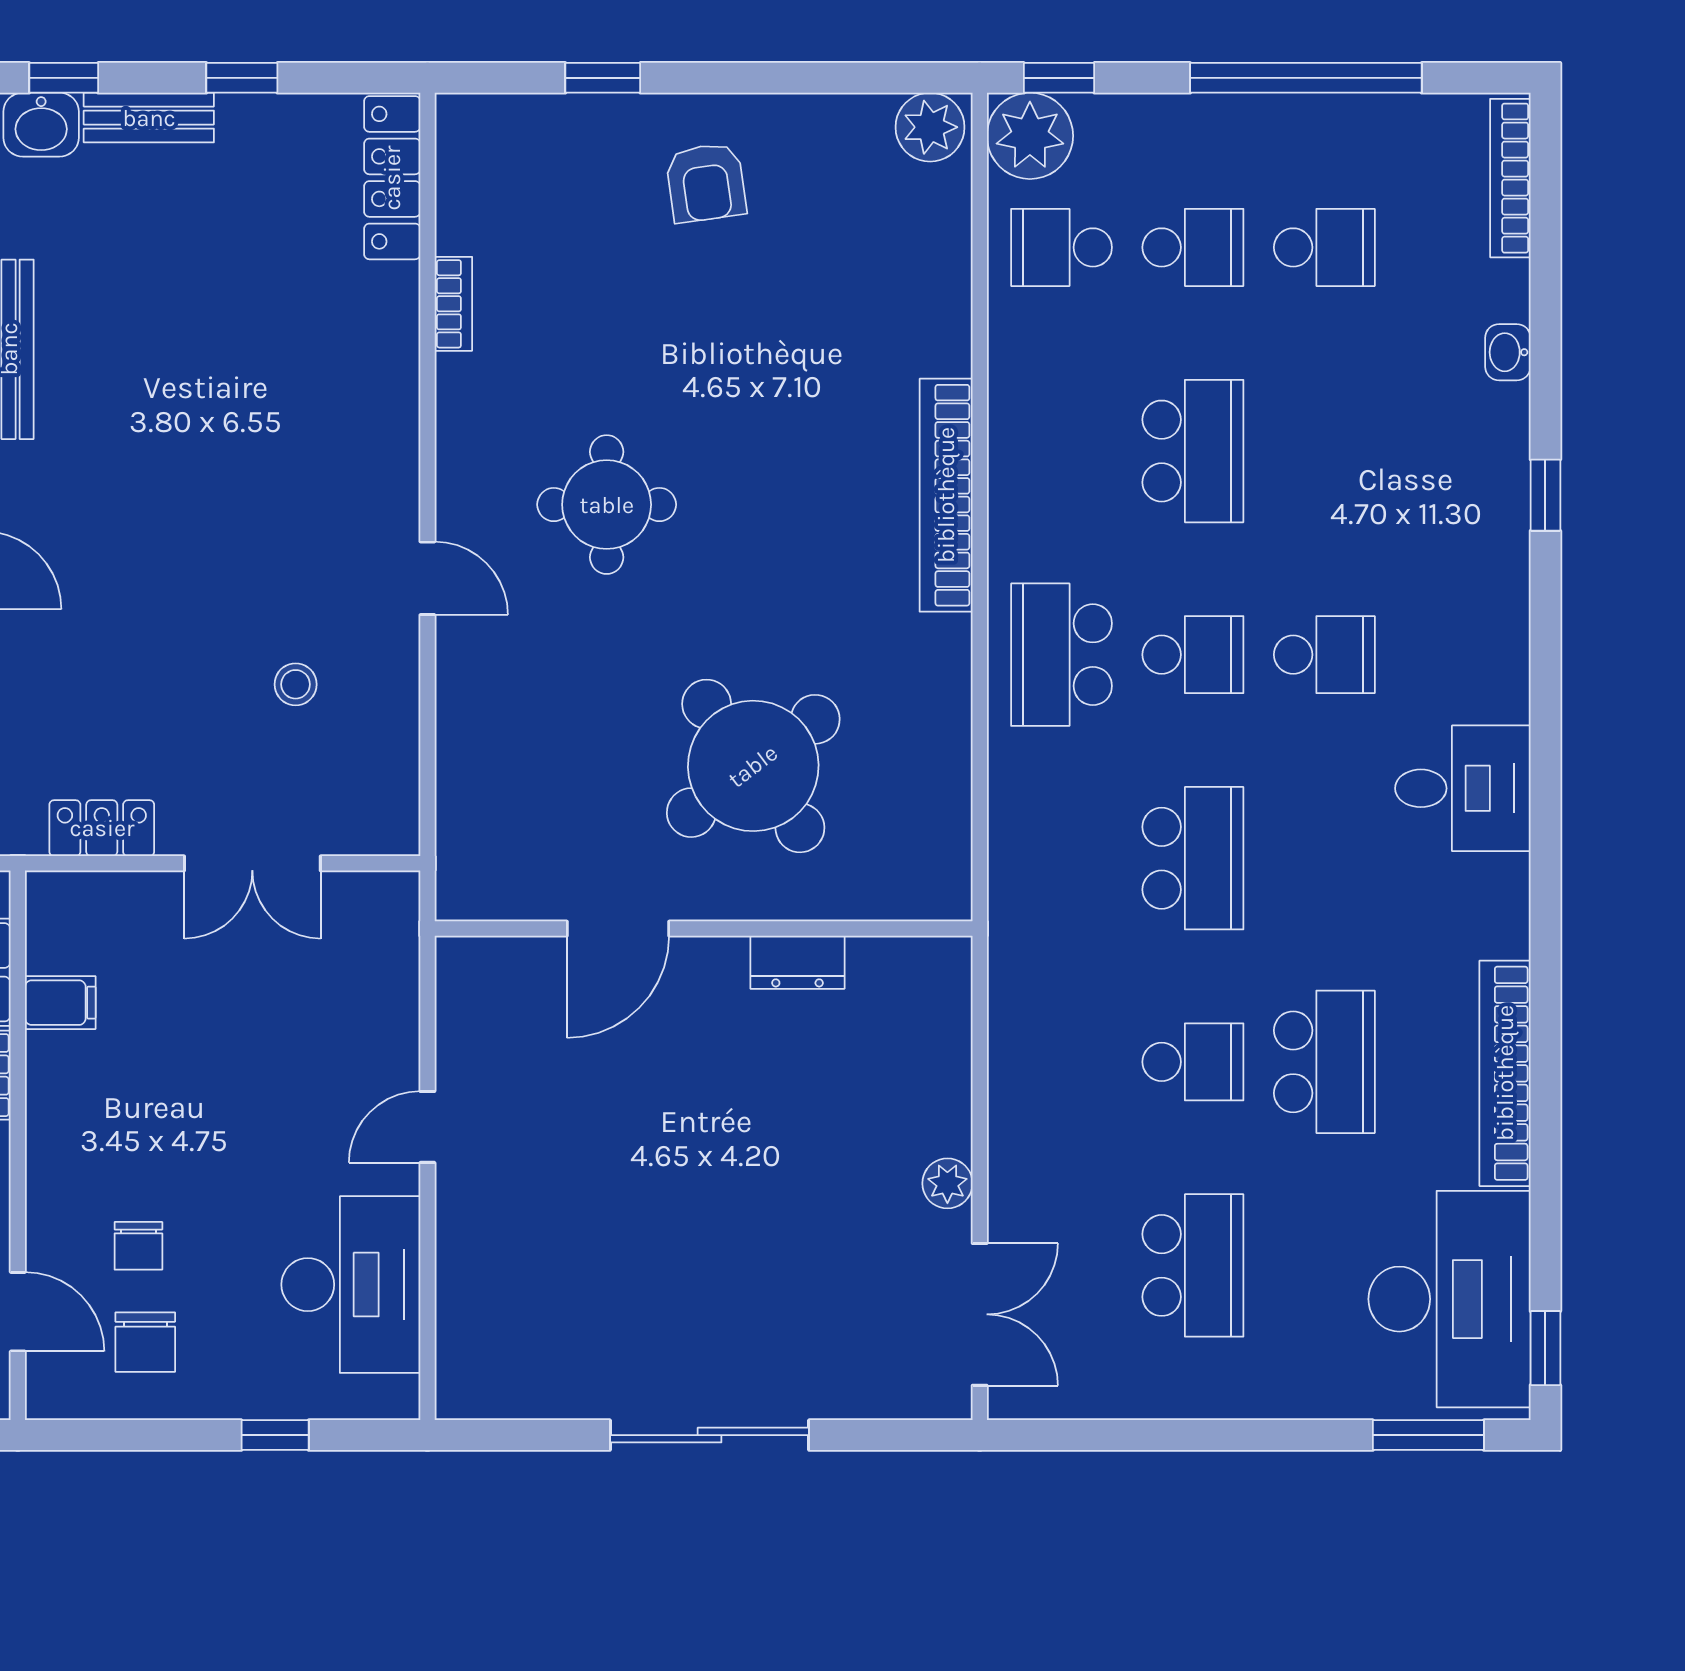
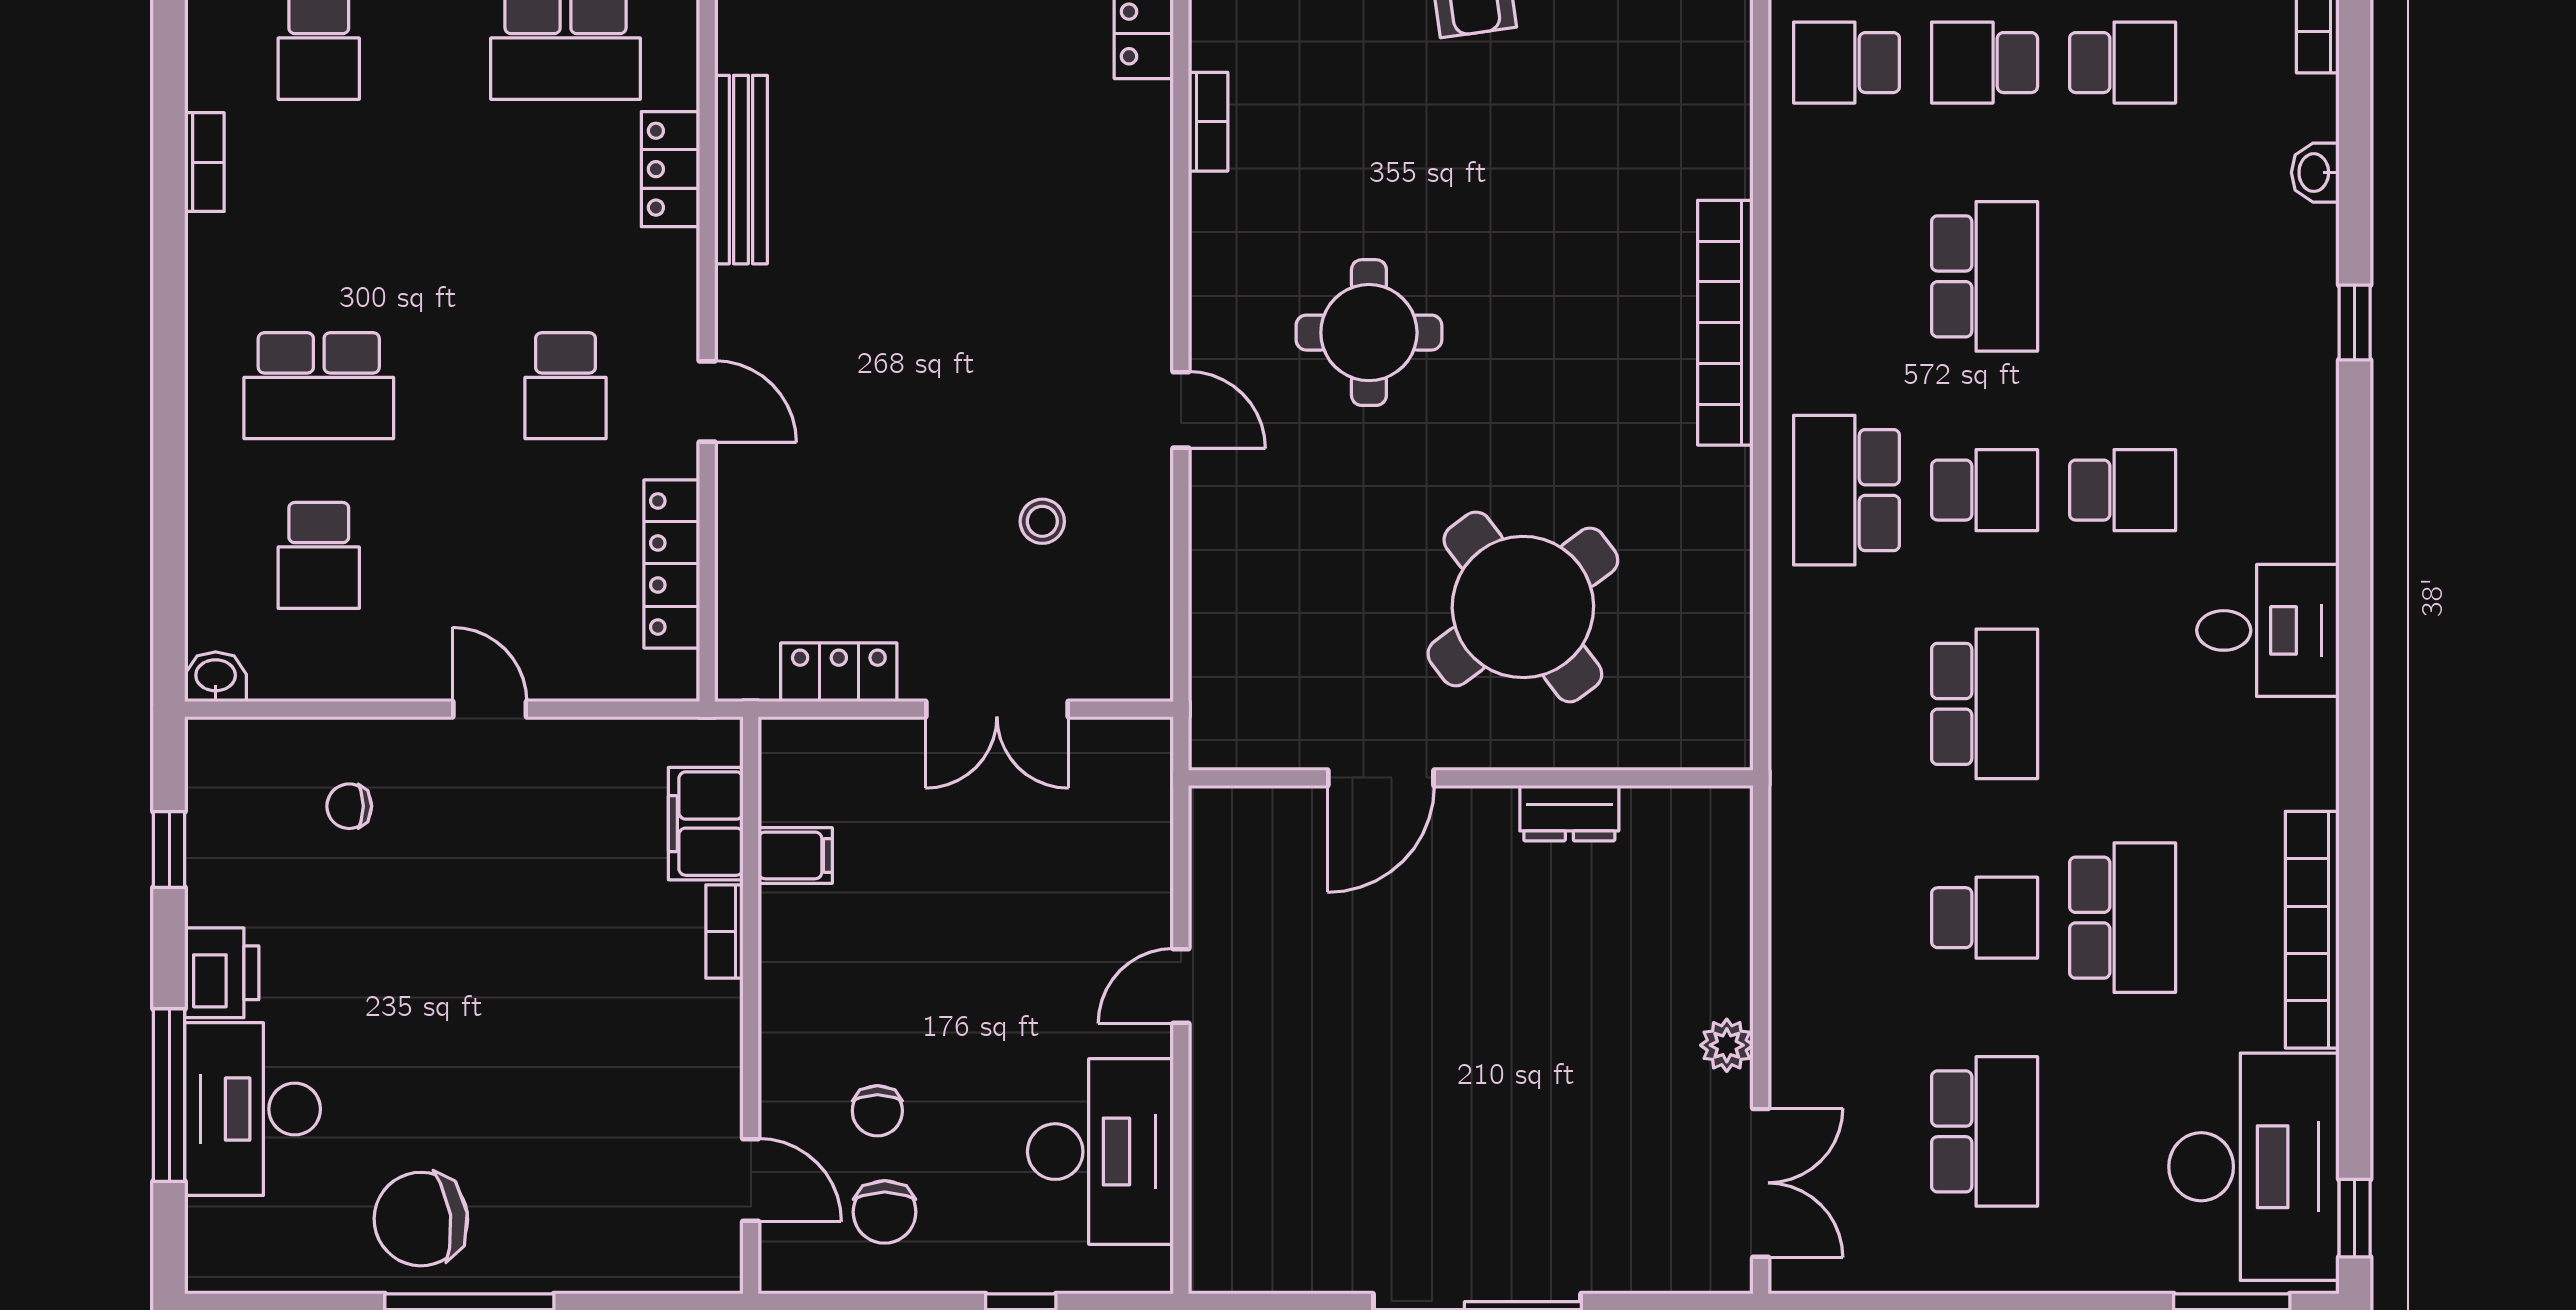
school desk: (1193, 247) -> (1985, 63), turned 180

